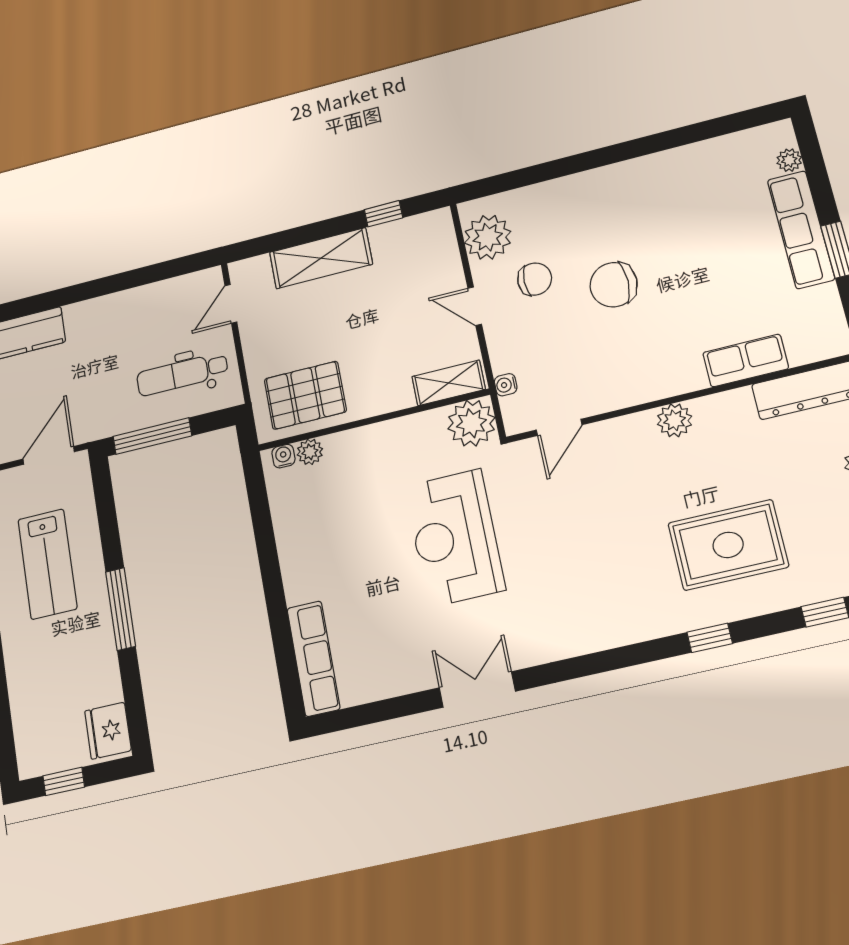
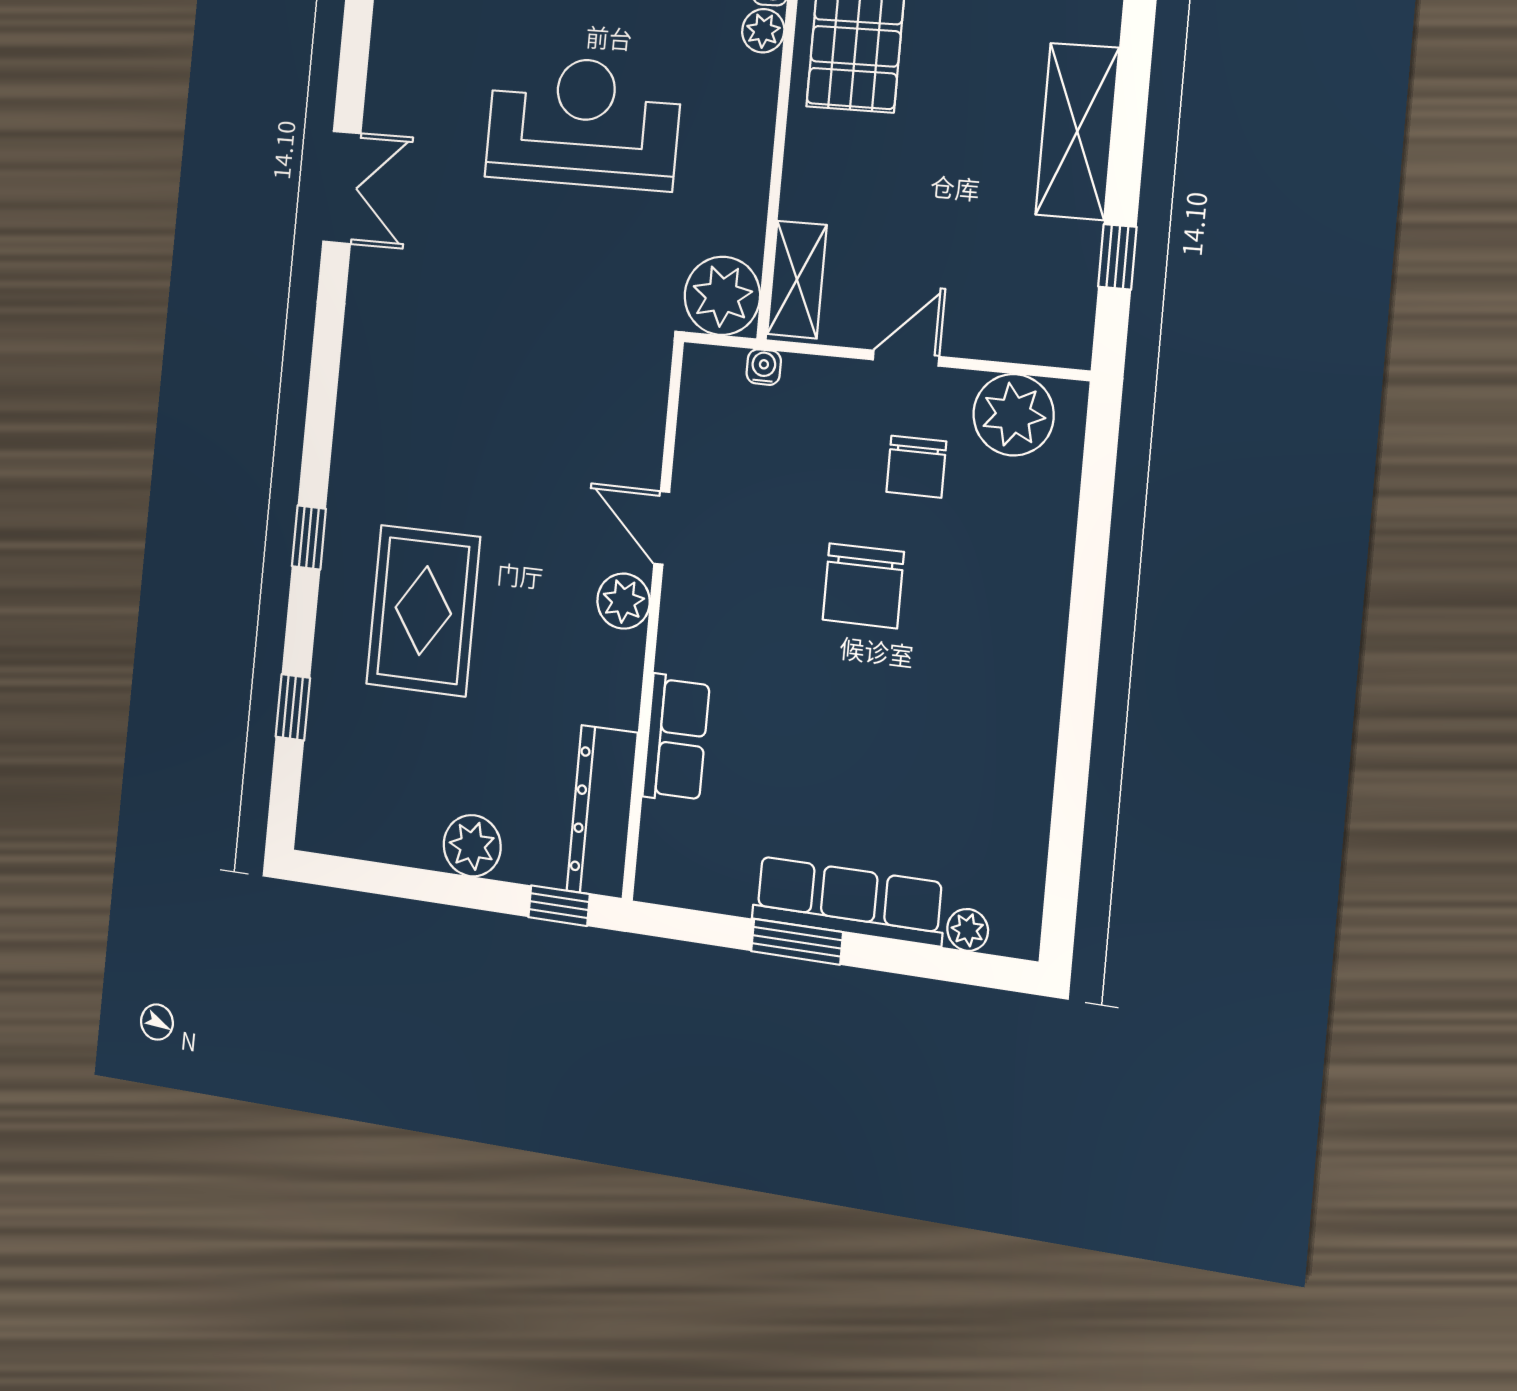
chair: (614, 285) -> (863, 586), turned 180
door: (559, 427) -> (662, 528), moved
reception desk: (455, 538) -> (583, 122), moved

